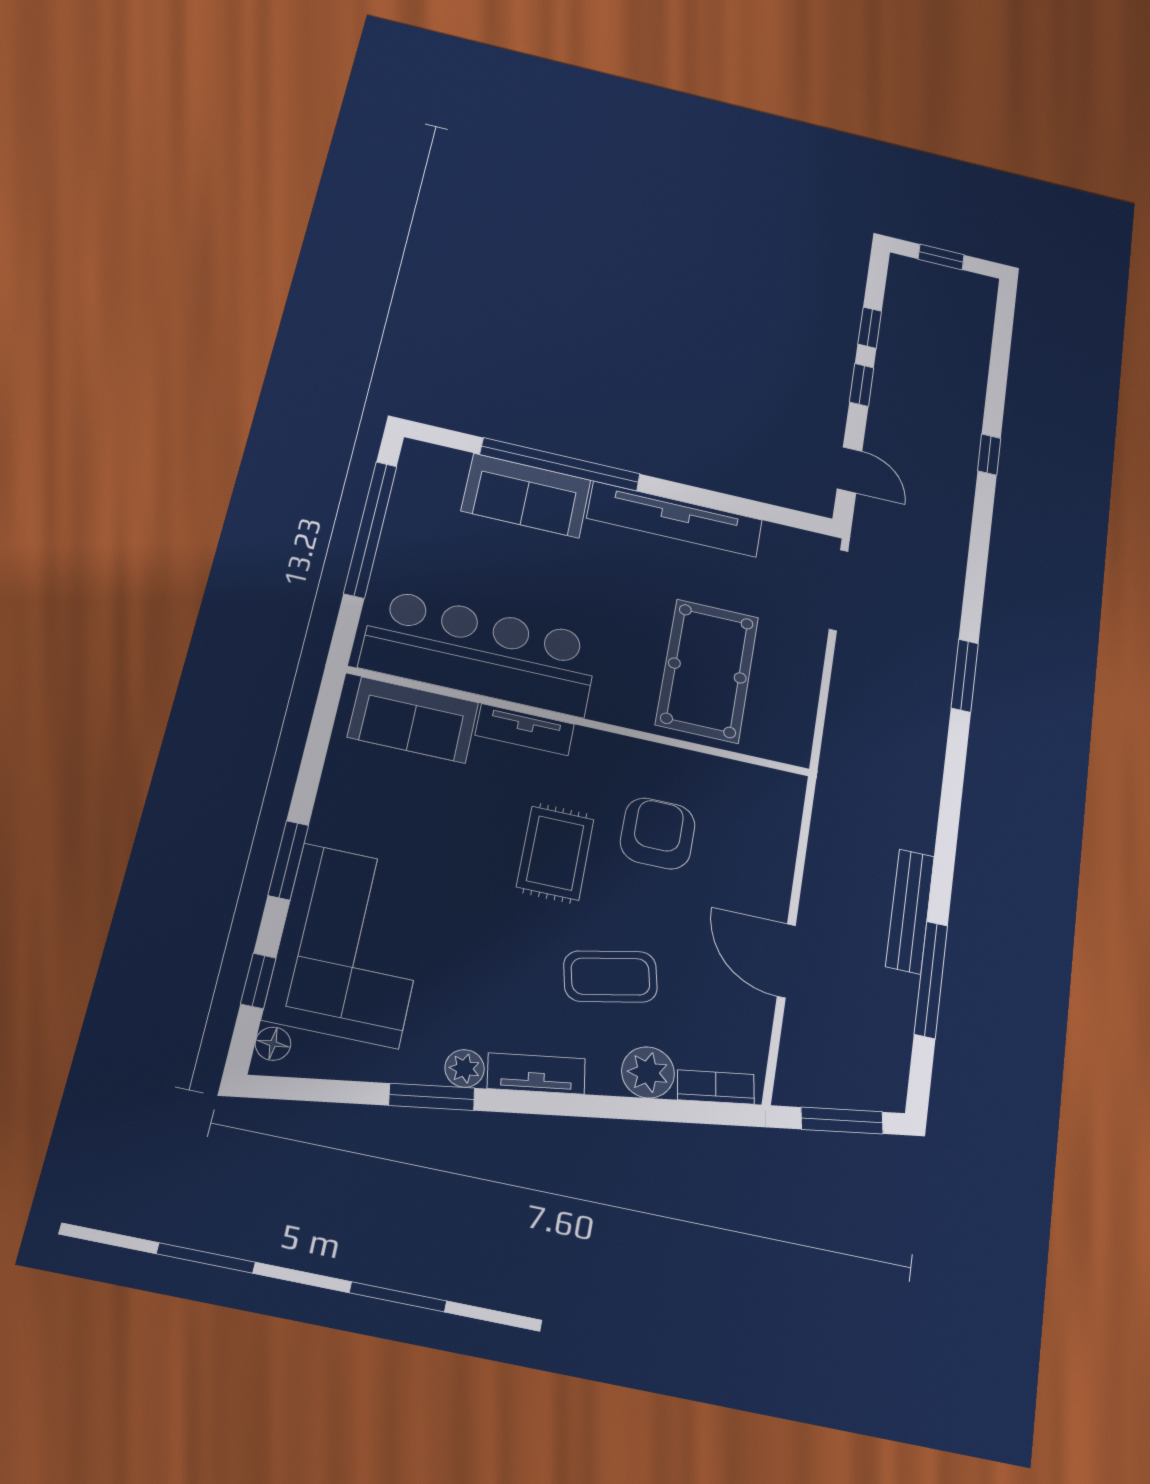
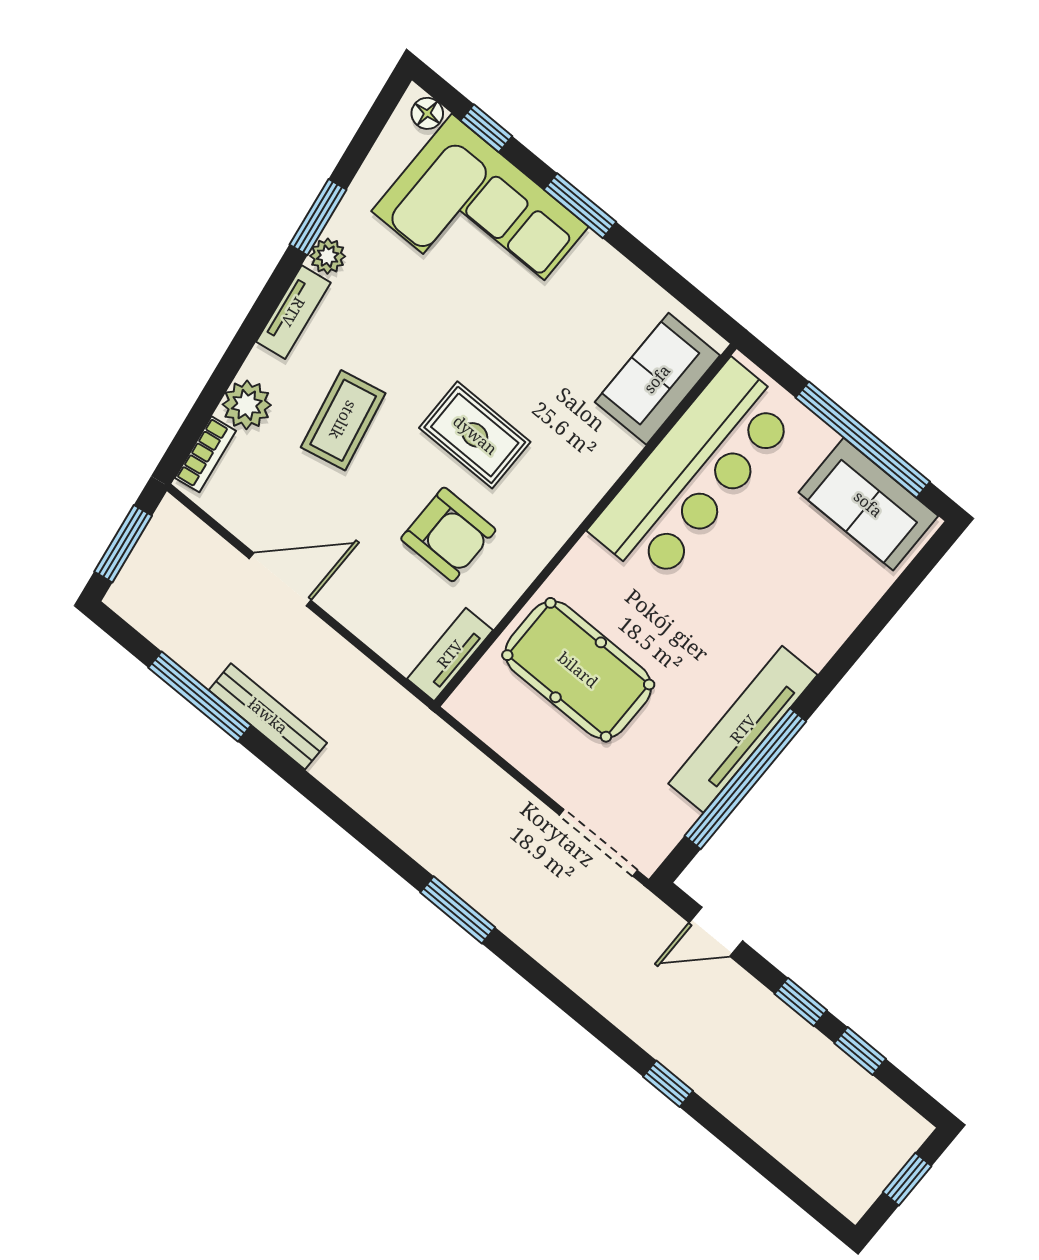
window: (560, 464) -> (745, 779), moved
sofa: (526, 496) -> (868, 504), moved, turned -90
tv unit: (525, 730) -> (450, 654), moved

